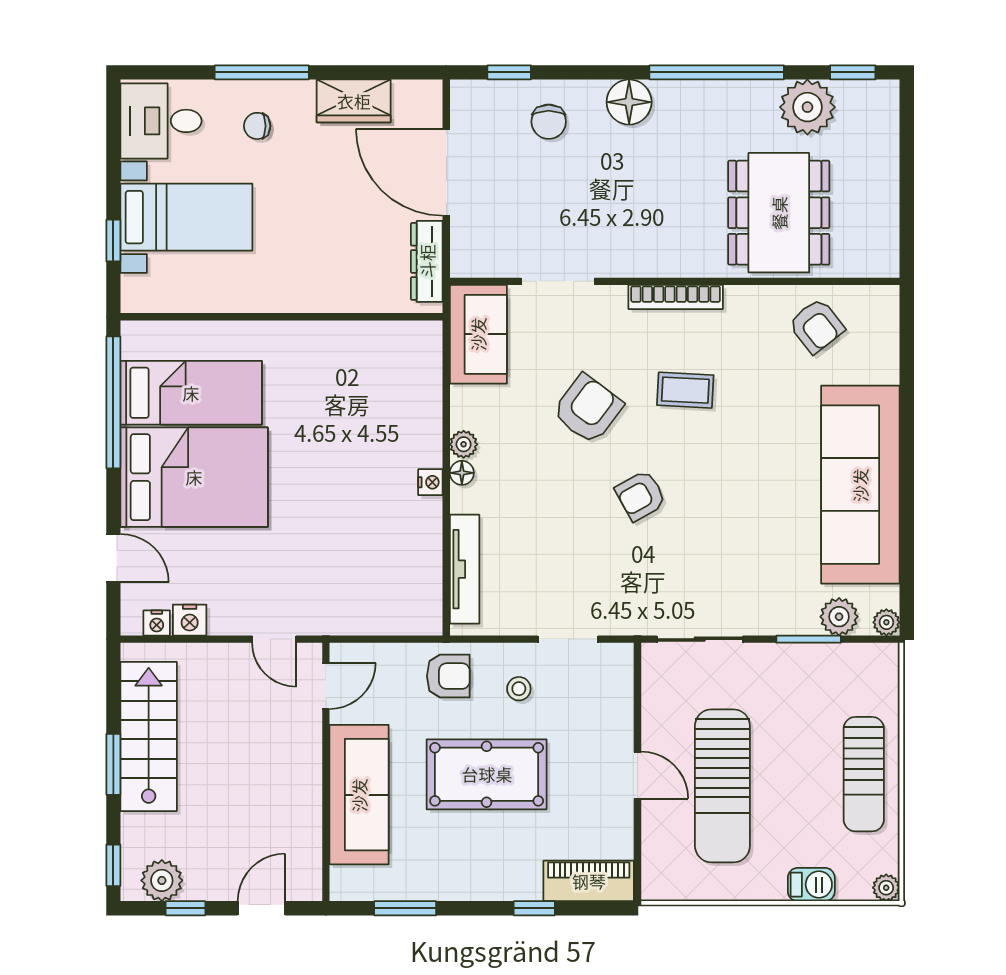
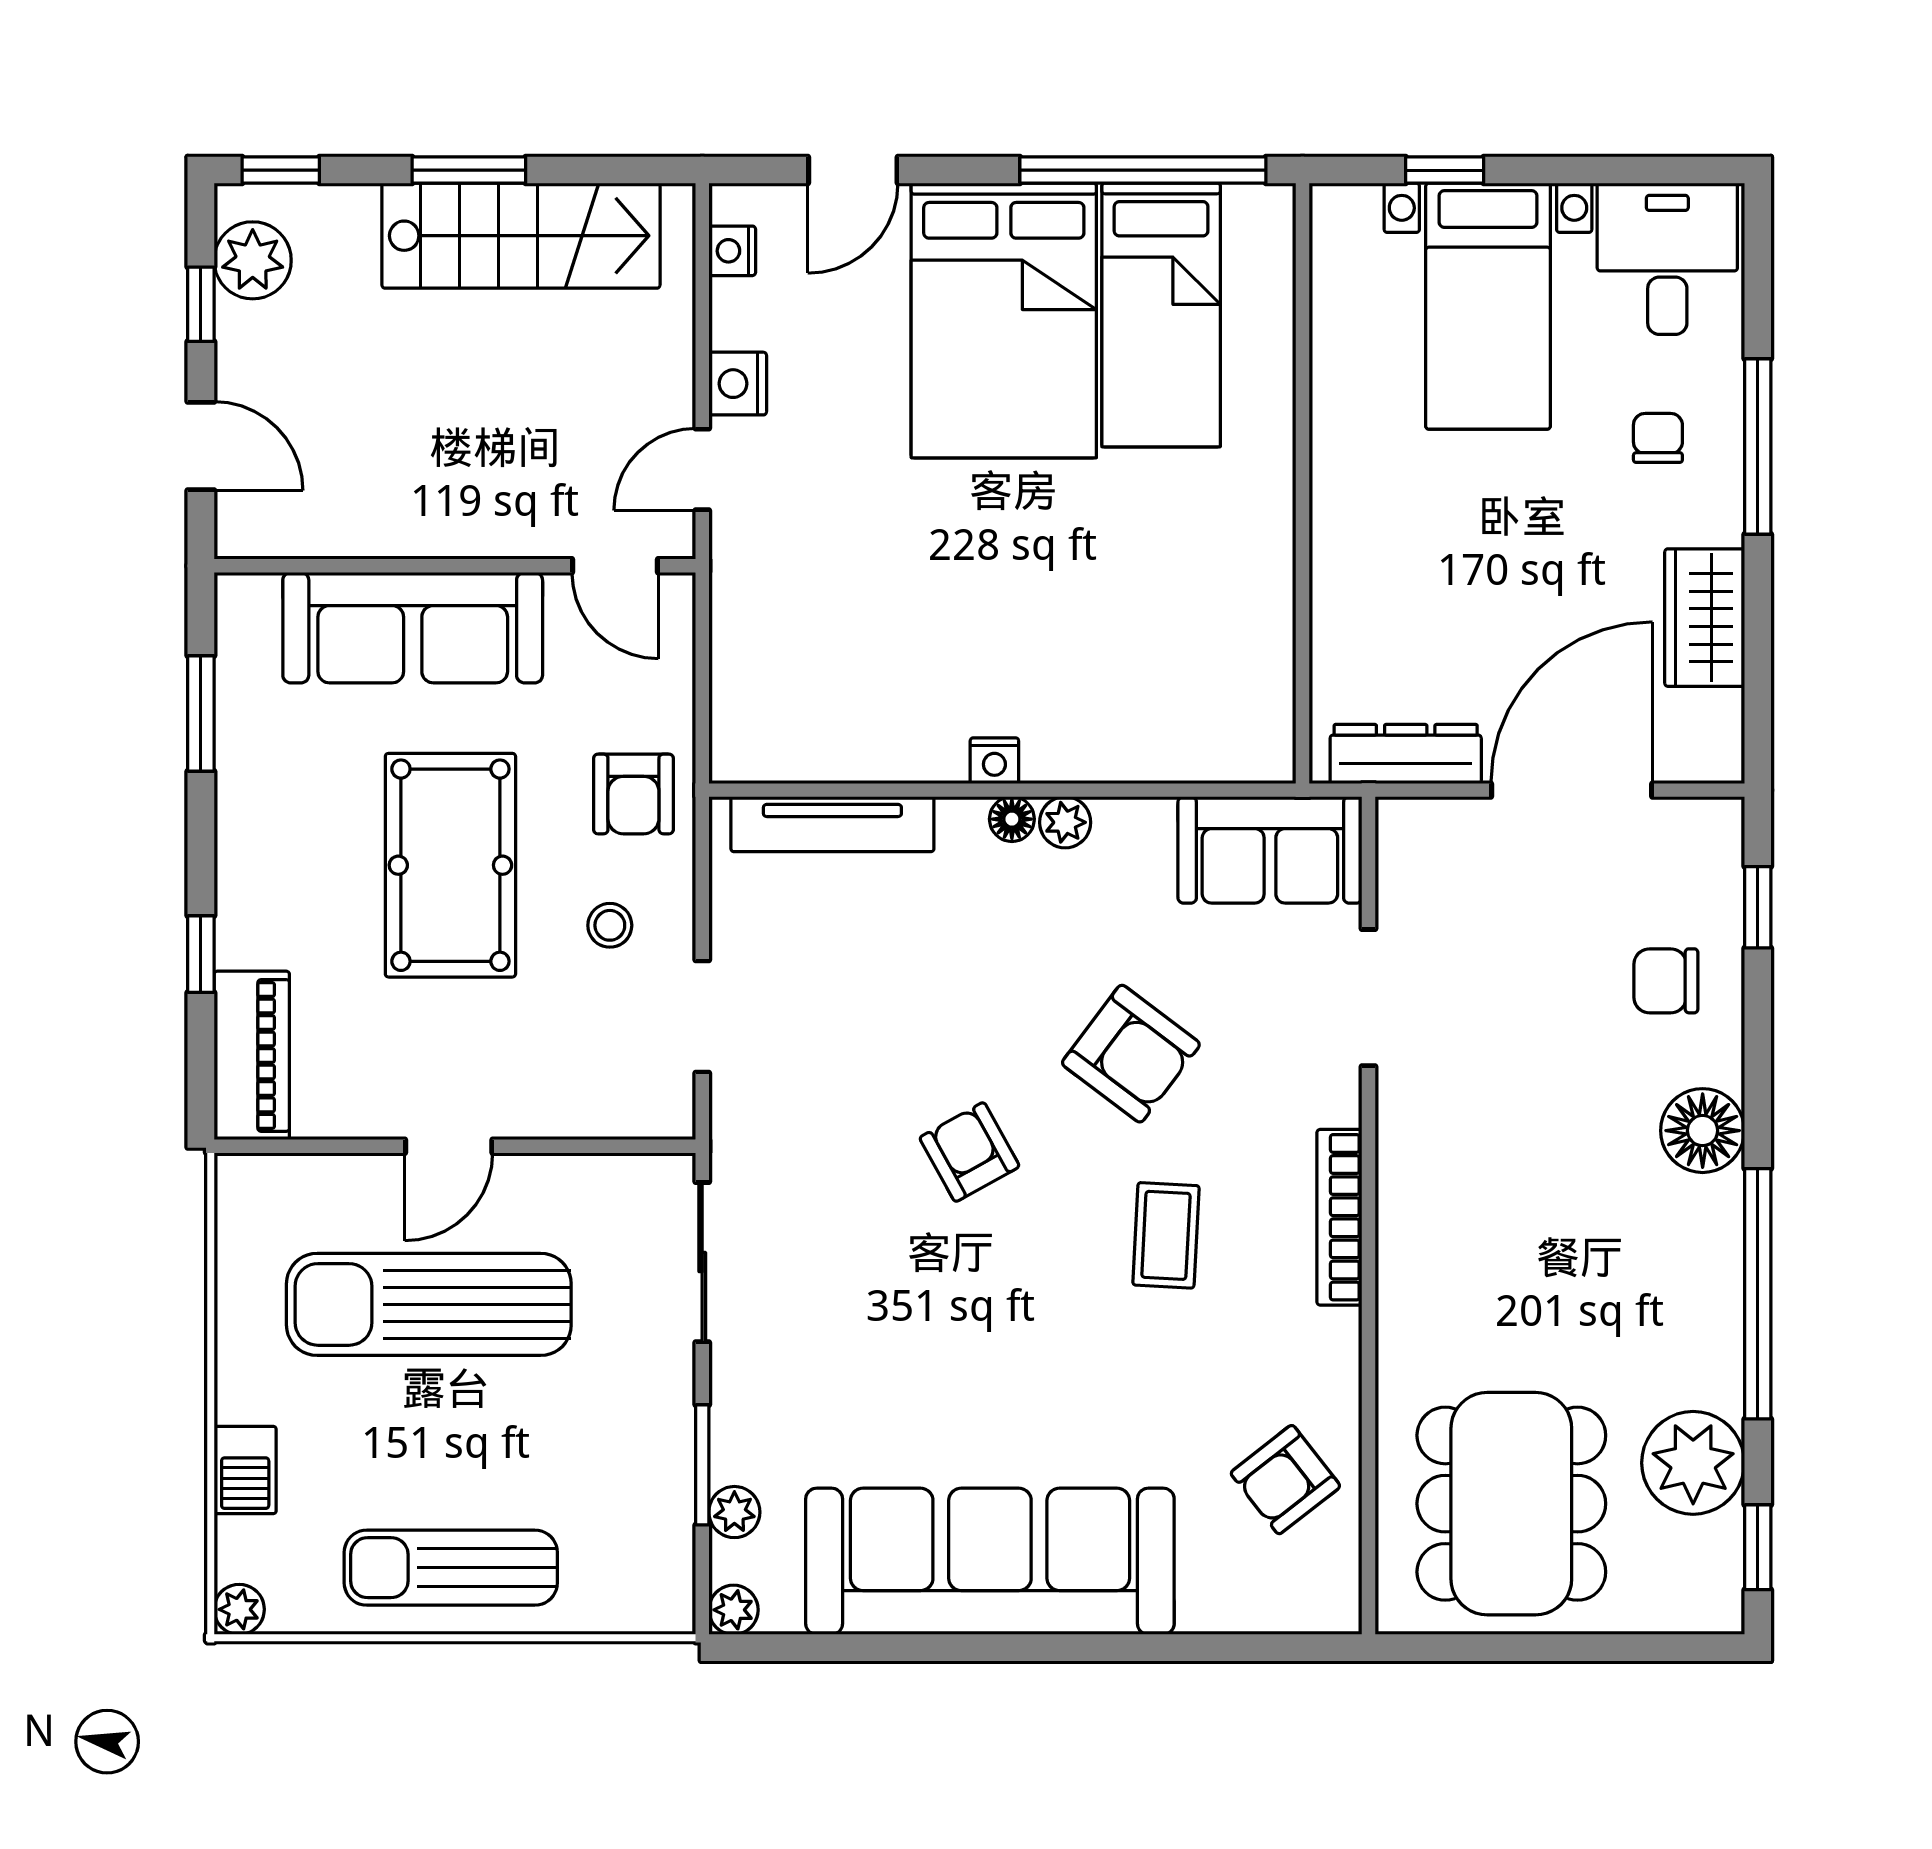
dining table: (779, 213) -> (1511, 1504), moved, turned 90
plant: (839, 617) -> (734, 1512), width x0.73, depth x0.73
nightstand: (190, 620) -> (738, 384), moved

